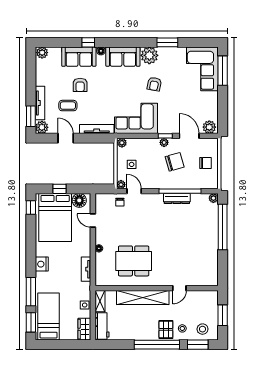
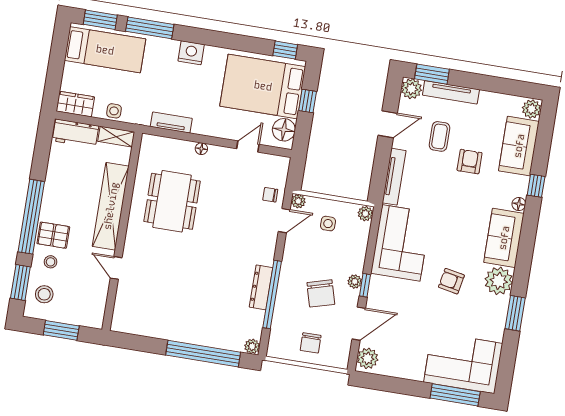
sofa: (79, 57) -> (519, 146), moved
armchair: (80, 85) -> (470, 162), turned 90

